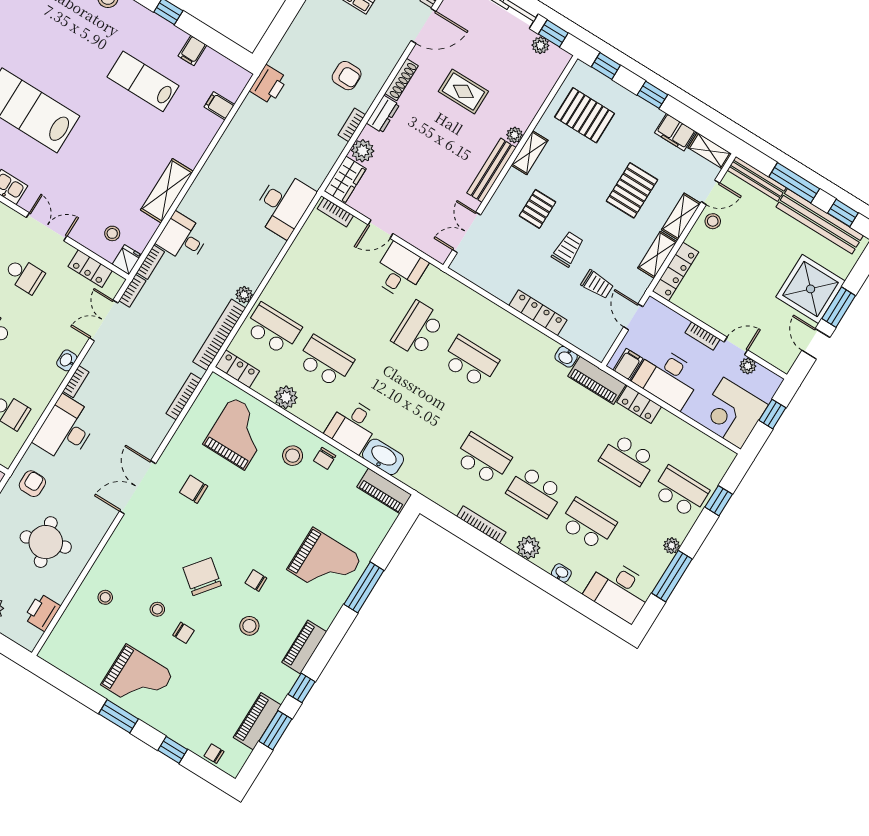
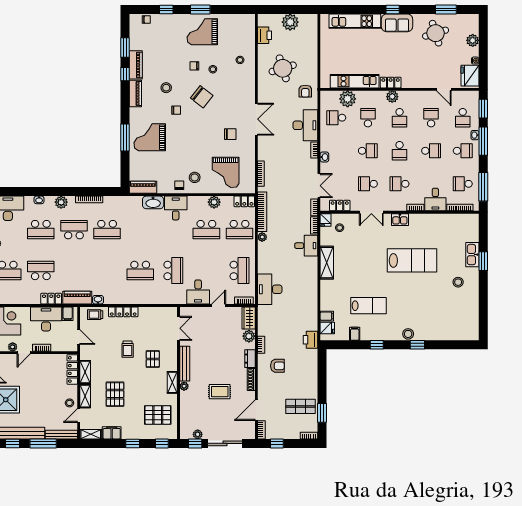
armchair: (347, 76) -> (277, 366), turned 180
fridge: (230, 87) -> (327, 328), added
school desk: (313, 264) -> (240, 270), added
trolley: (597, 284) -> (95, 315), moved
piano: (257, 721) -> (136, 65), moved

